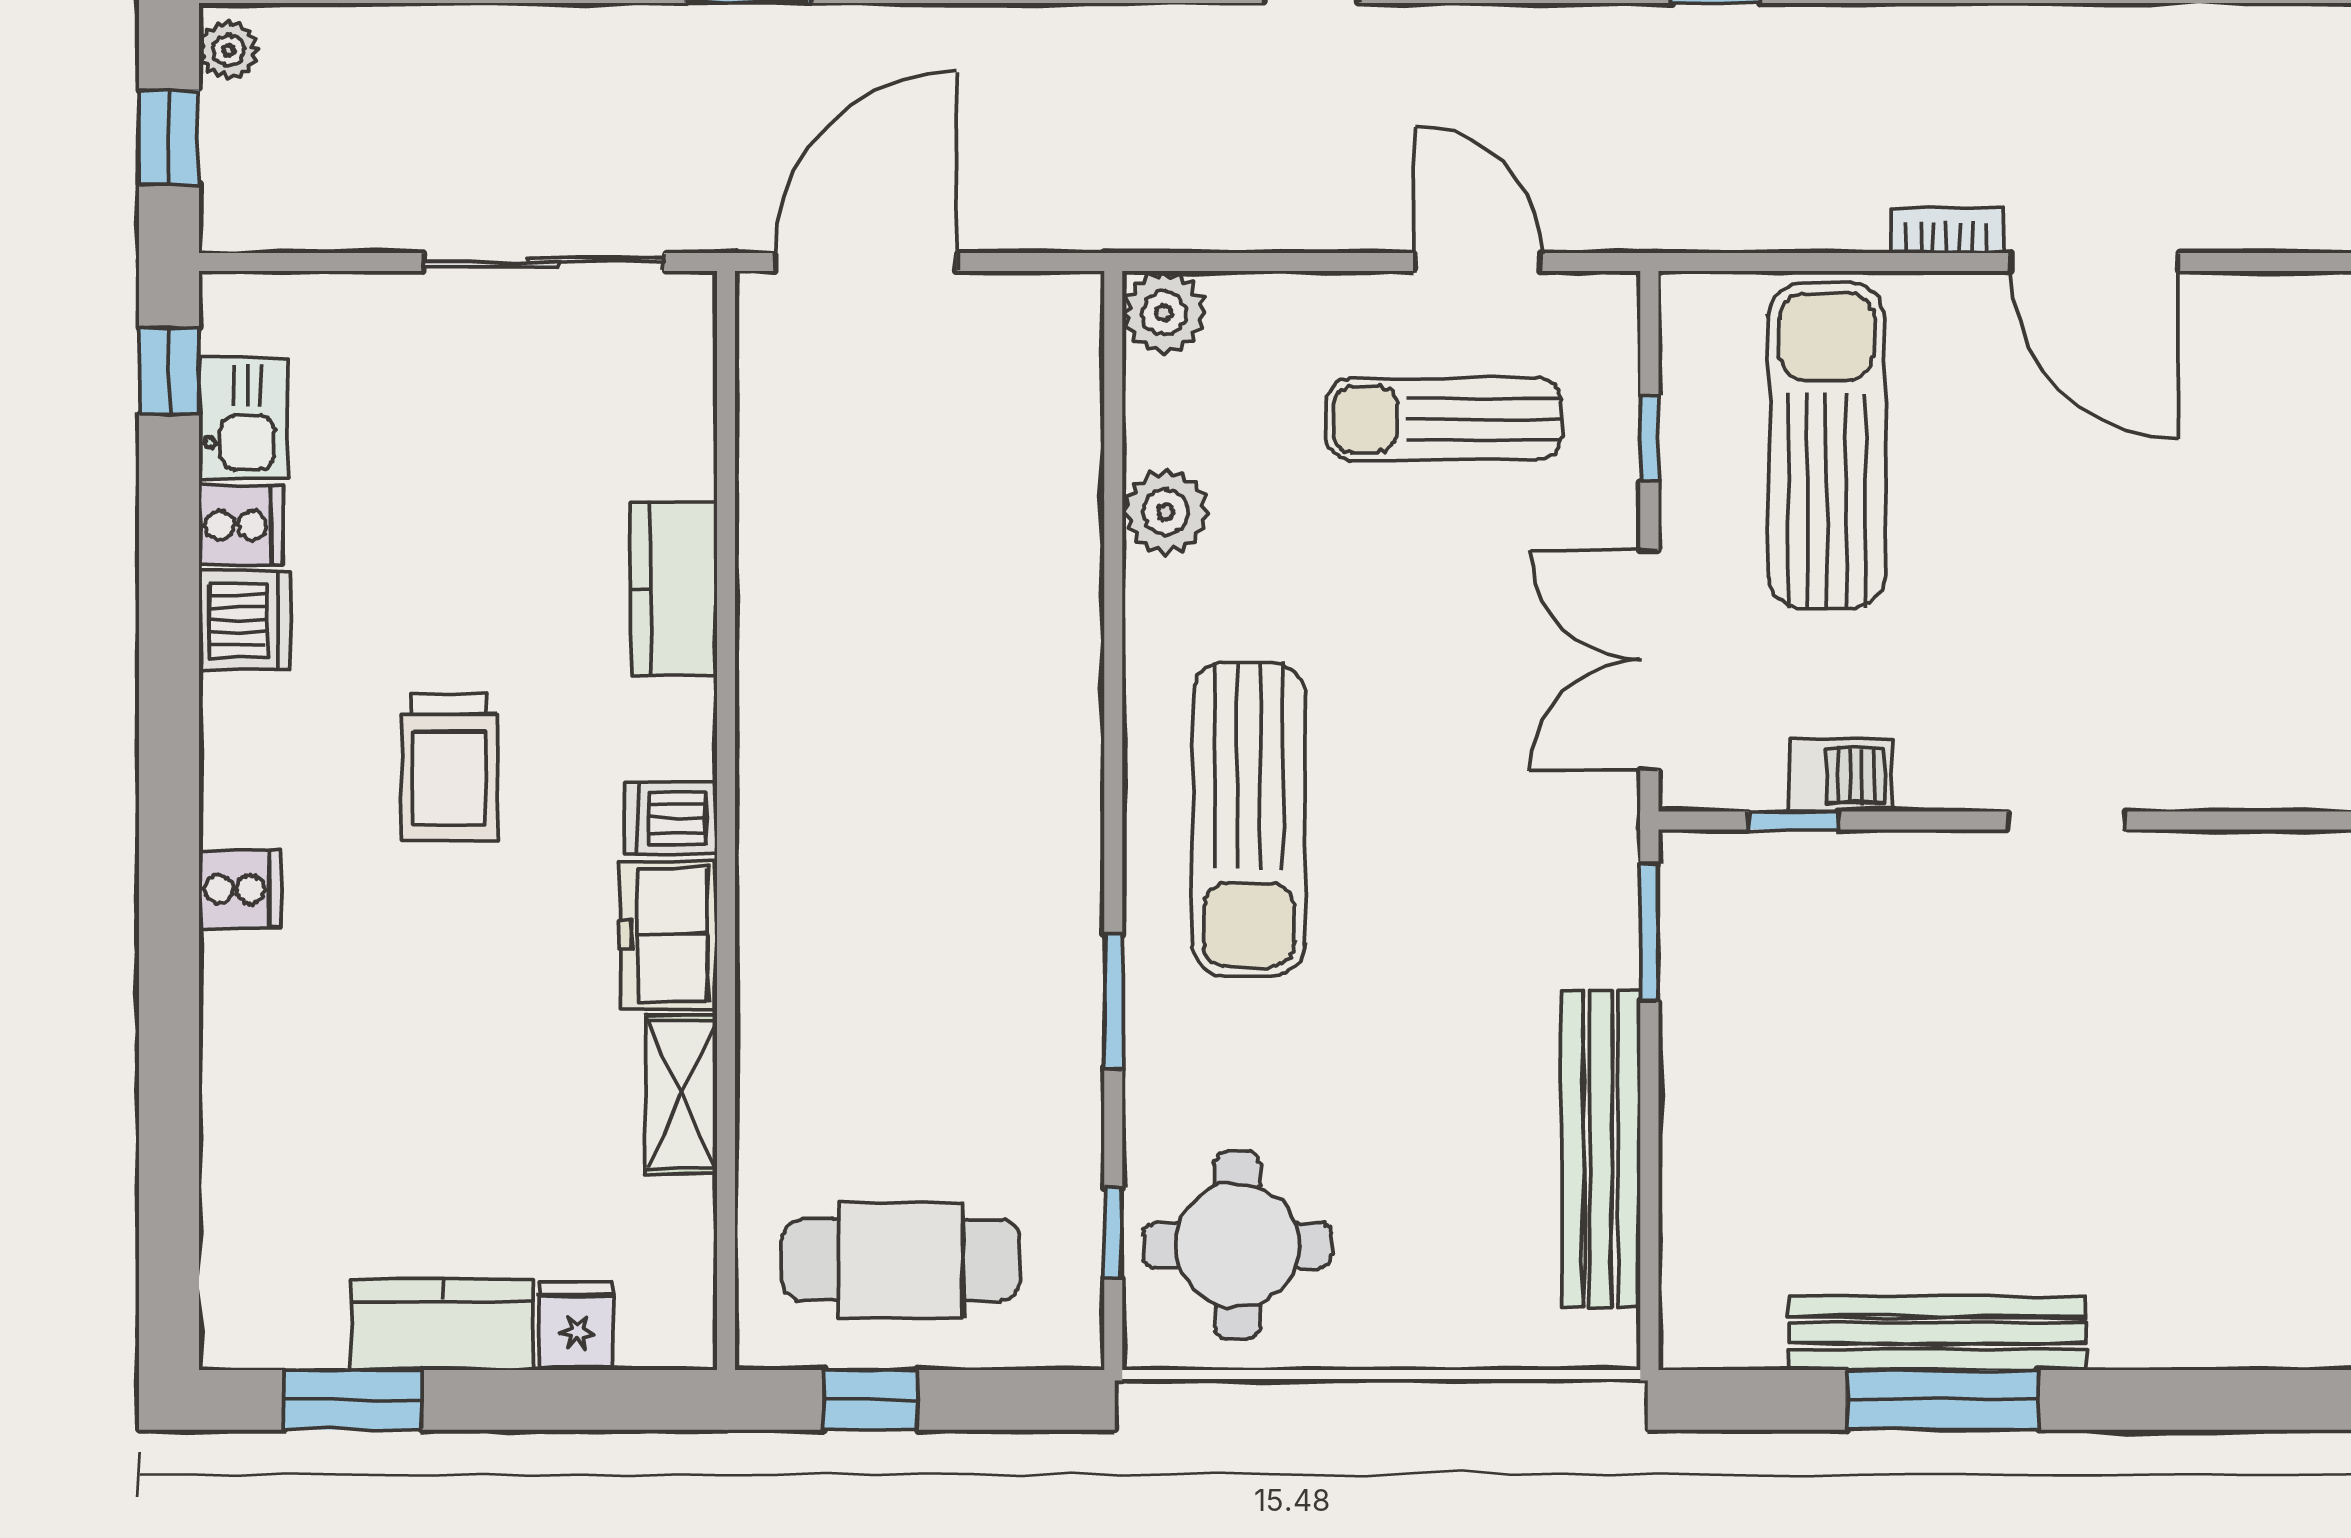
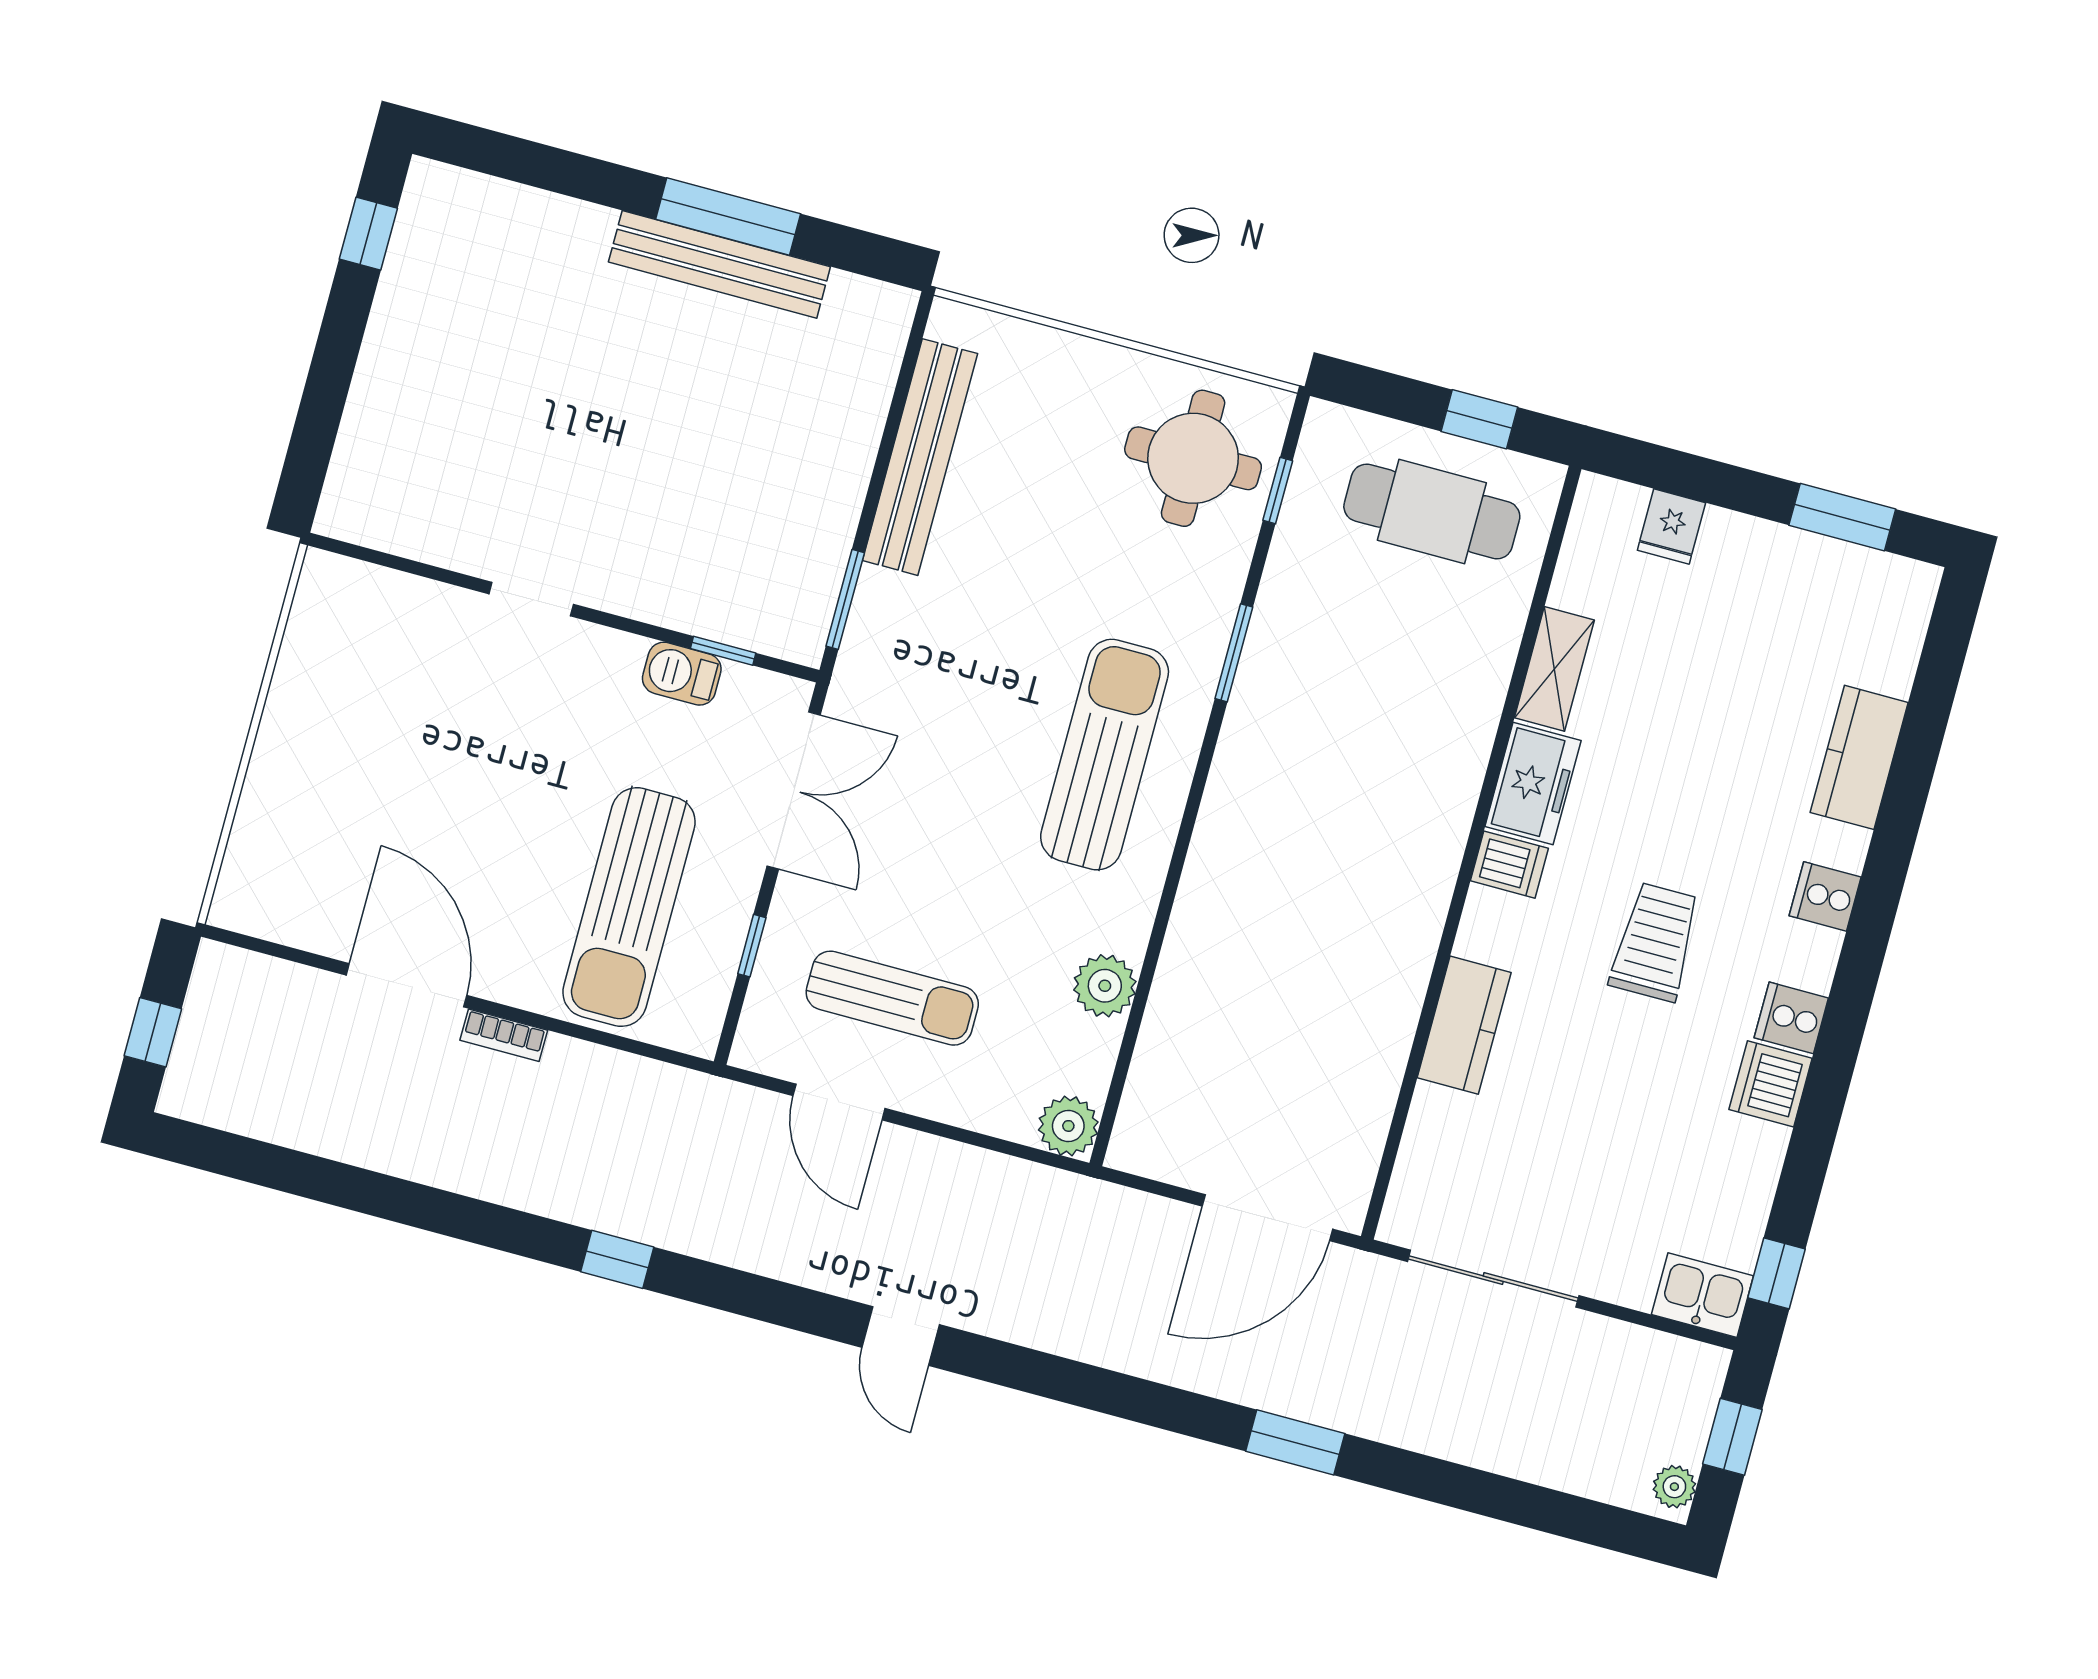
kitchen sink: (243, 418) -> (1702, 1295), moved, turned 90
cooker: (241, 525) -> (1791, 1018), moved
kitchen counter: (443, 1325) -> (1859, 757), moved, turned 90

